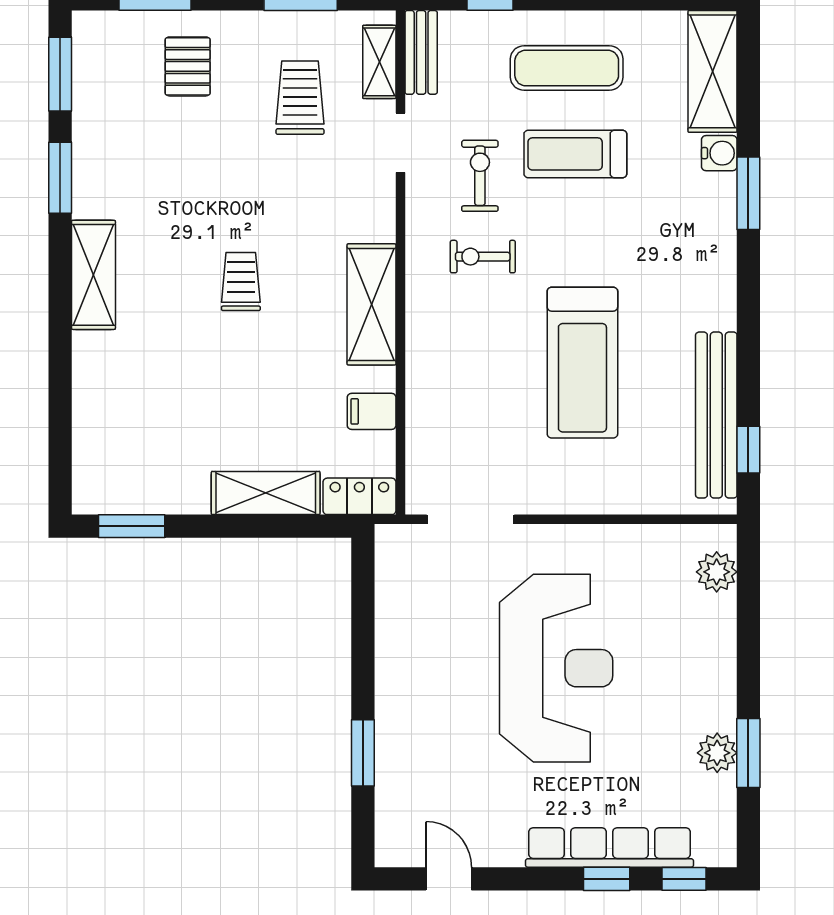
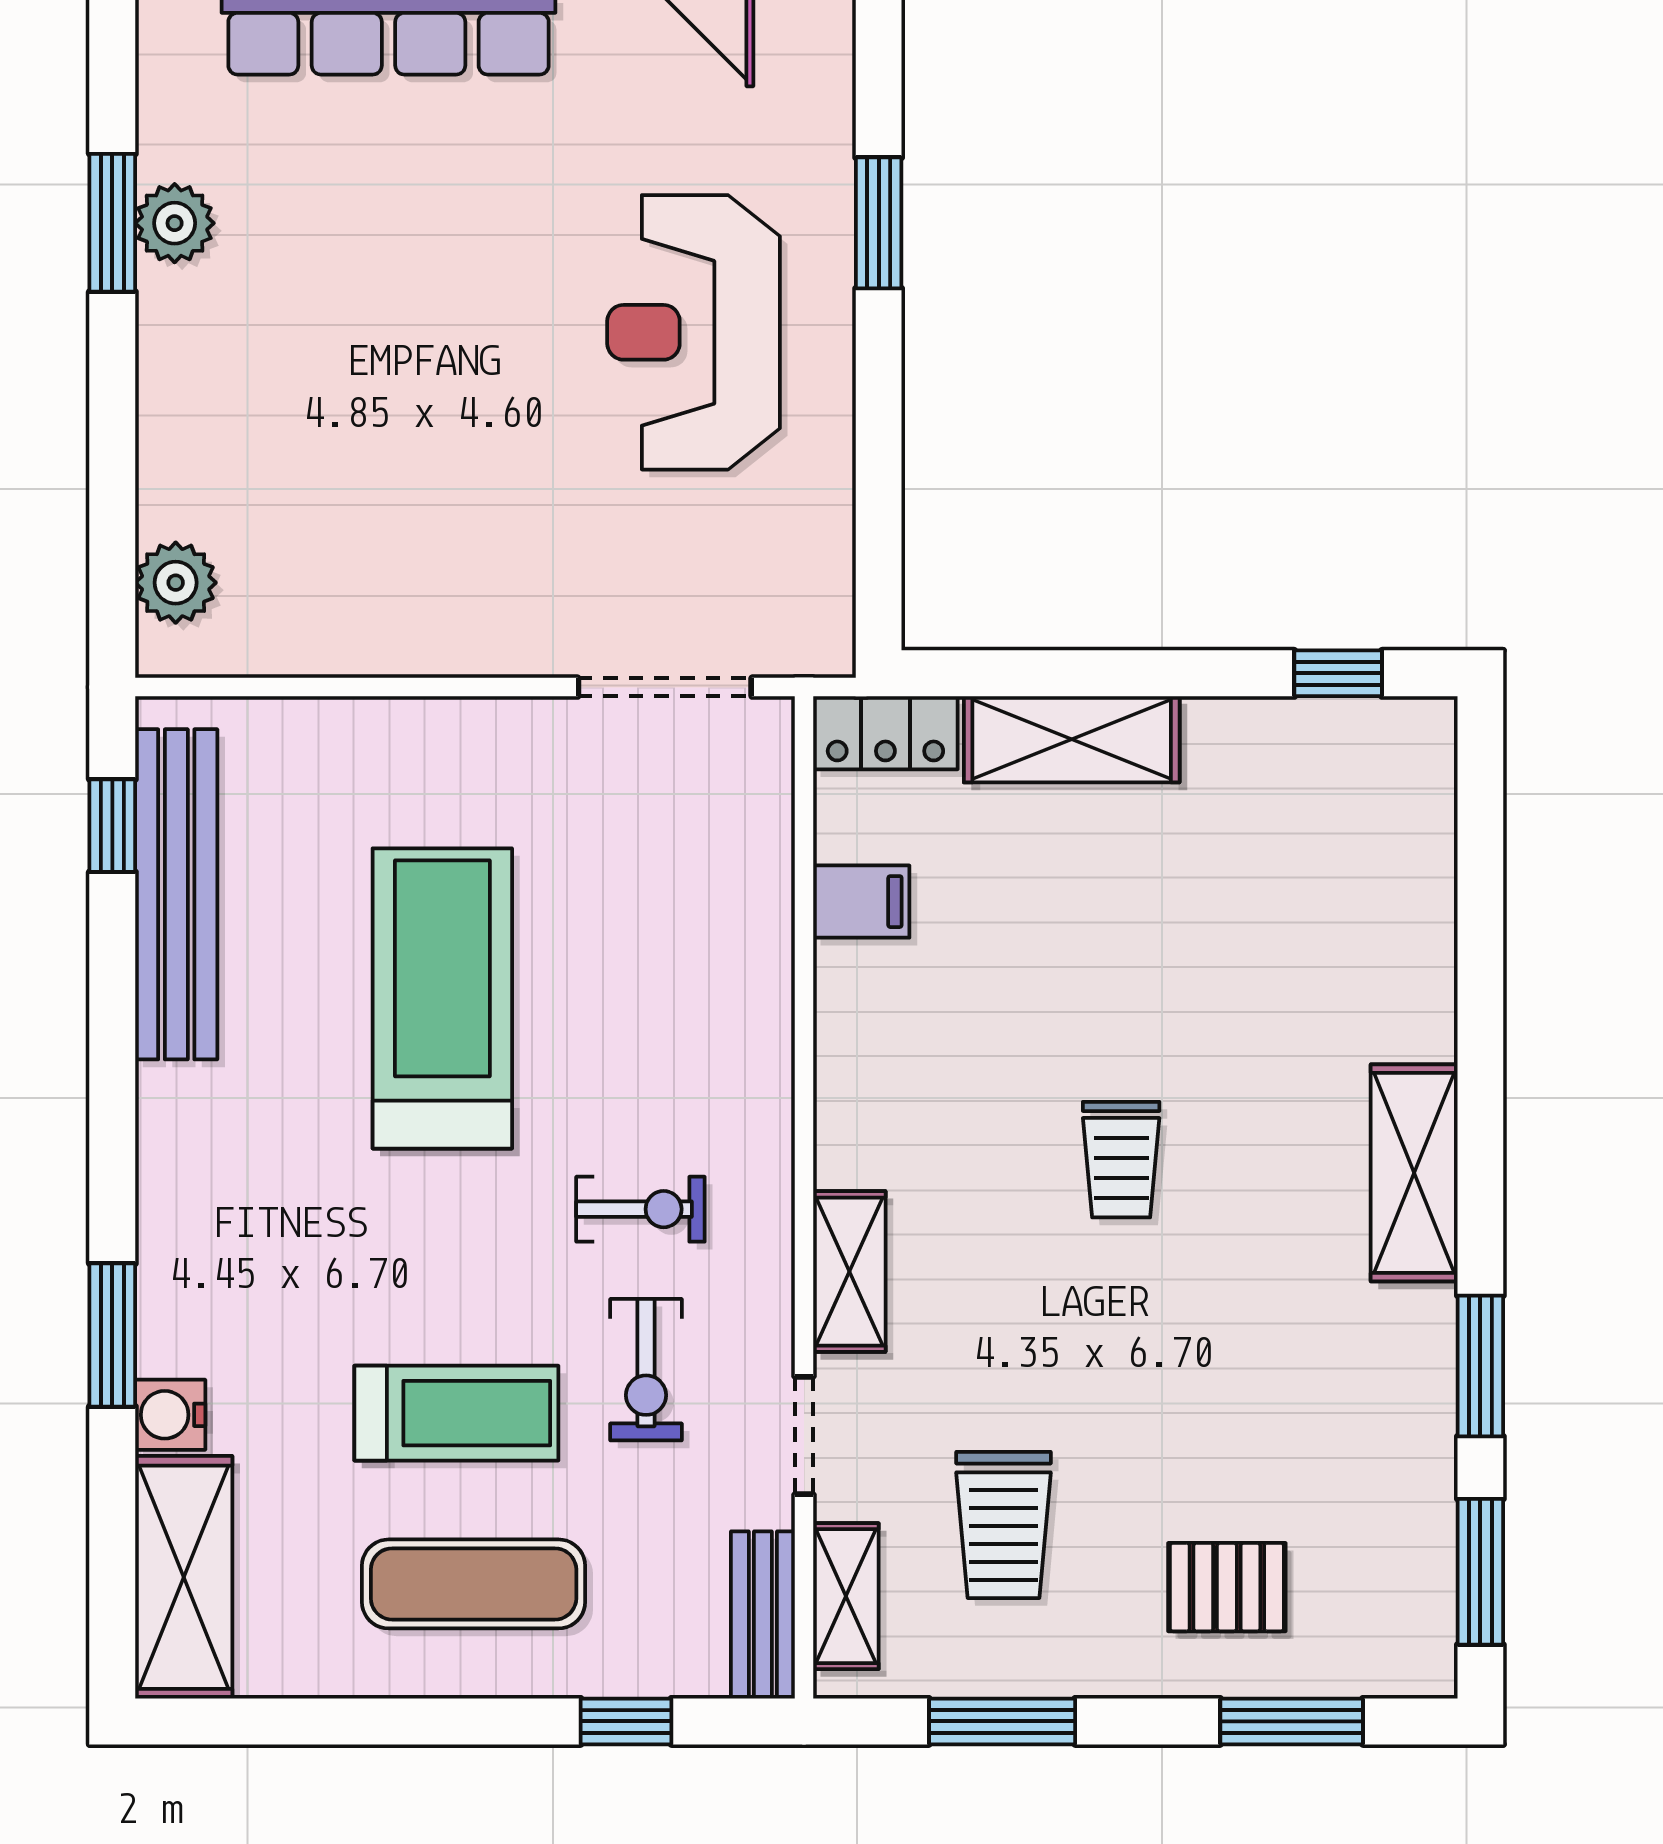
pallet: (188, 66) -> (1227, 1587), turned 90
shelving: (372, 304) -> (849, 1272), moved, width x0.67, depth x0.75
window: (132, 526) -> (1338, 673), width x0.67
reception desk: (556, 668) -> (694, 332), moved, width x0.74, depth x0.77

